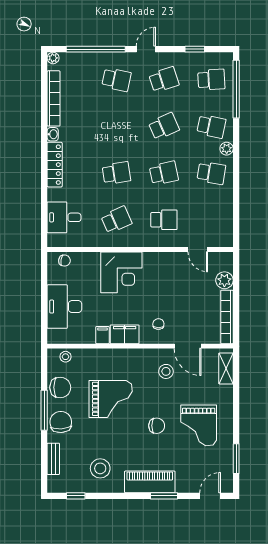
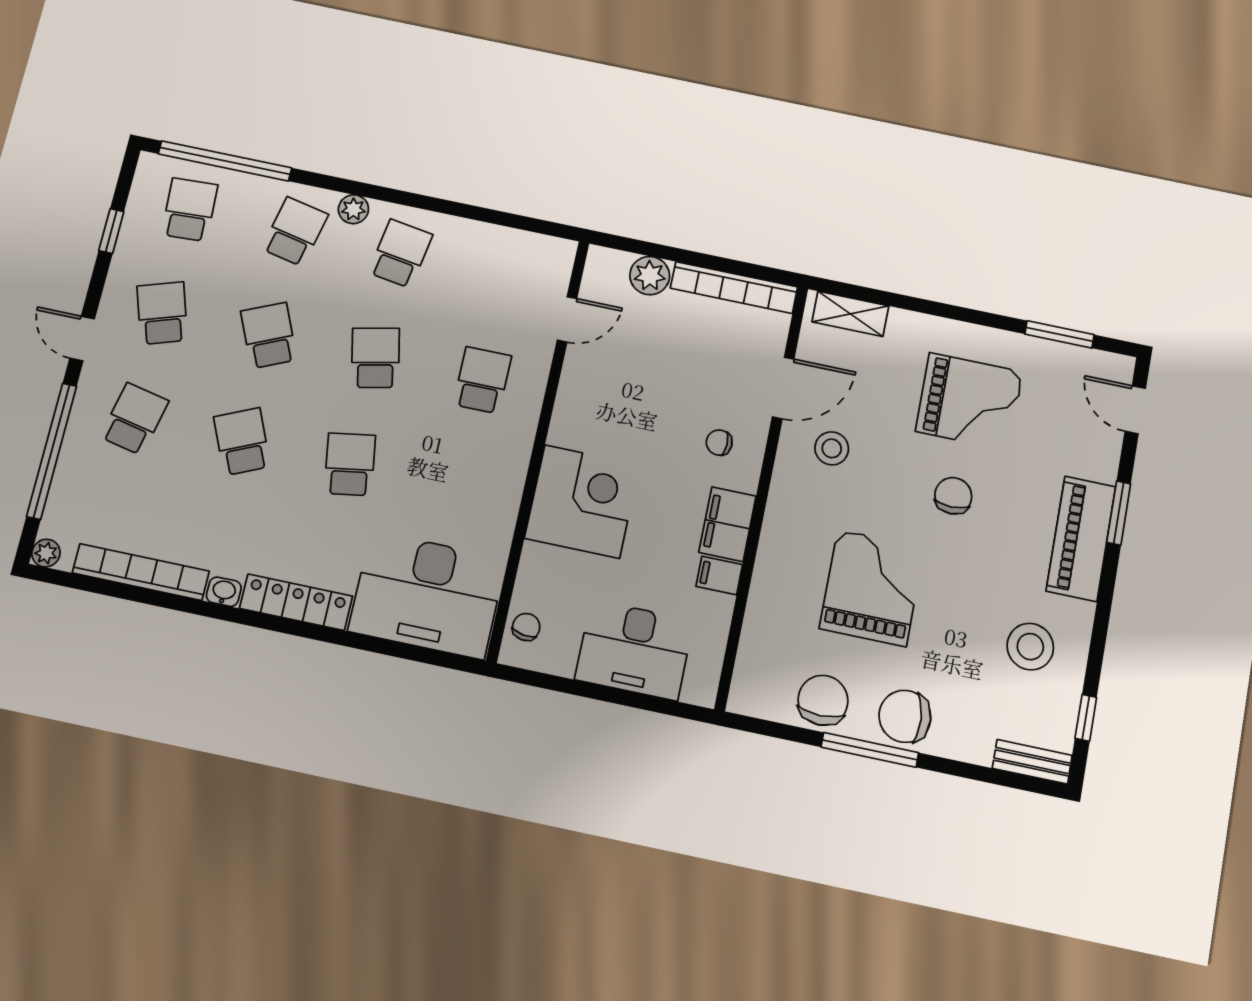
desk: (64, 217) -> (427, 595), width x1.87, depth x1.30
school desk: (116, 220) -> (242, 442), moved
stool: (66, 357) -> (753, 672), removed
bench: (53, 459) -> (1032, 762), moved

